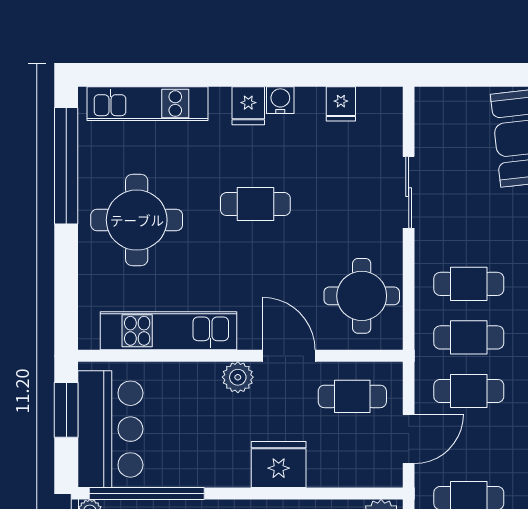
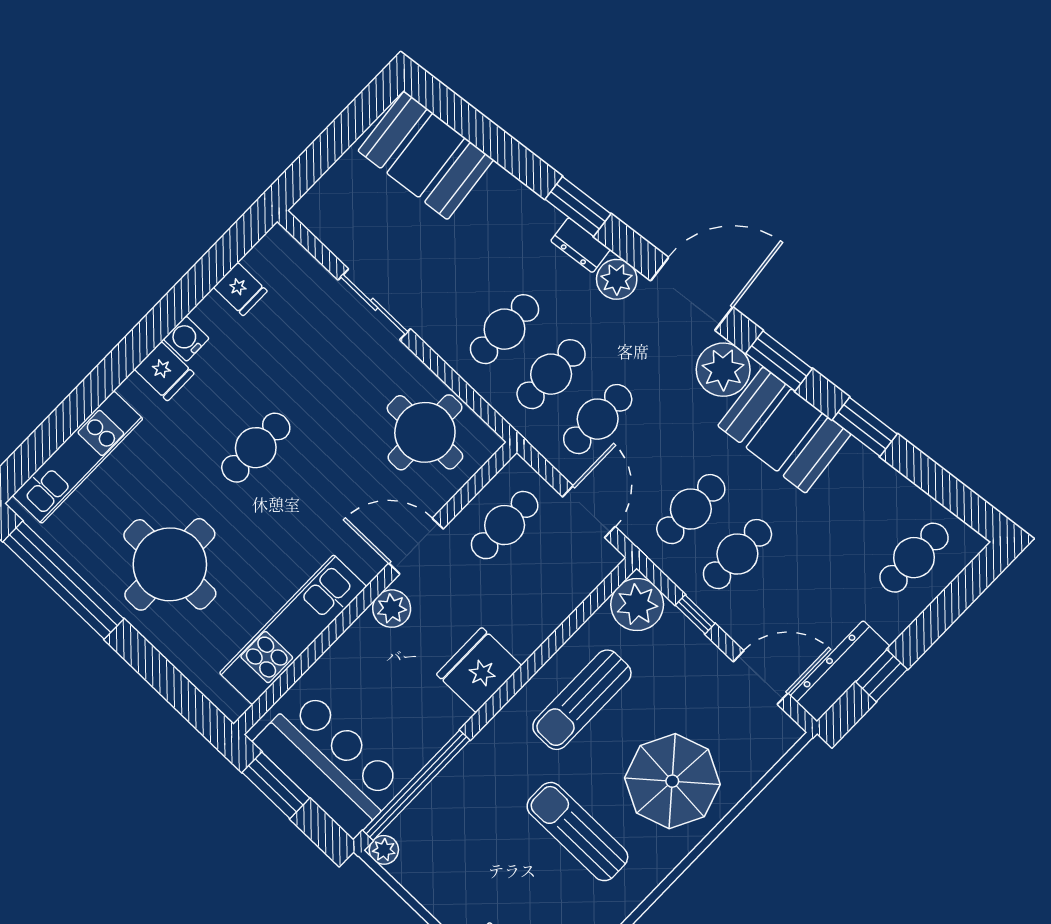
fridge: (279, 464) -> (479, 670), moved

